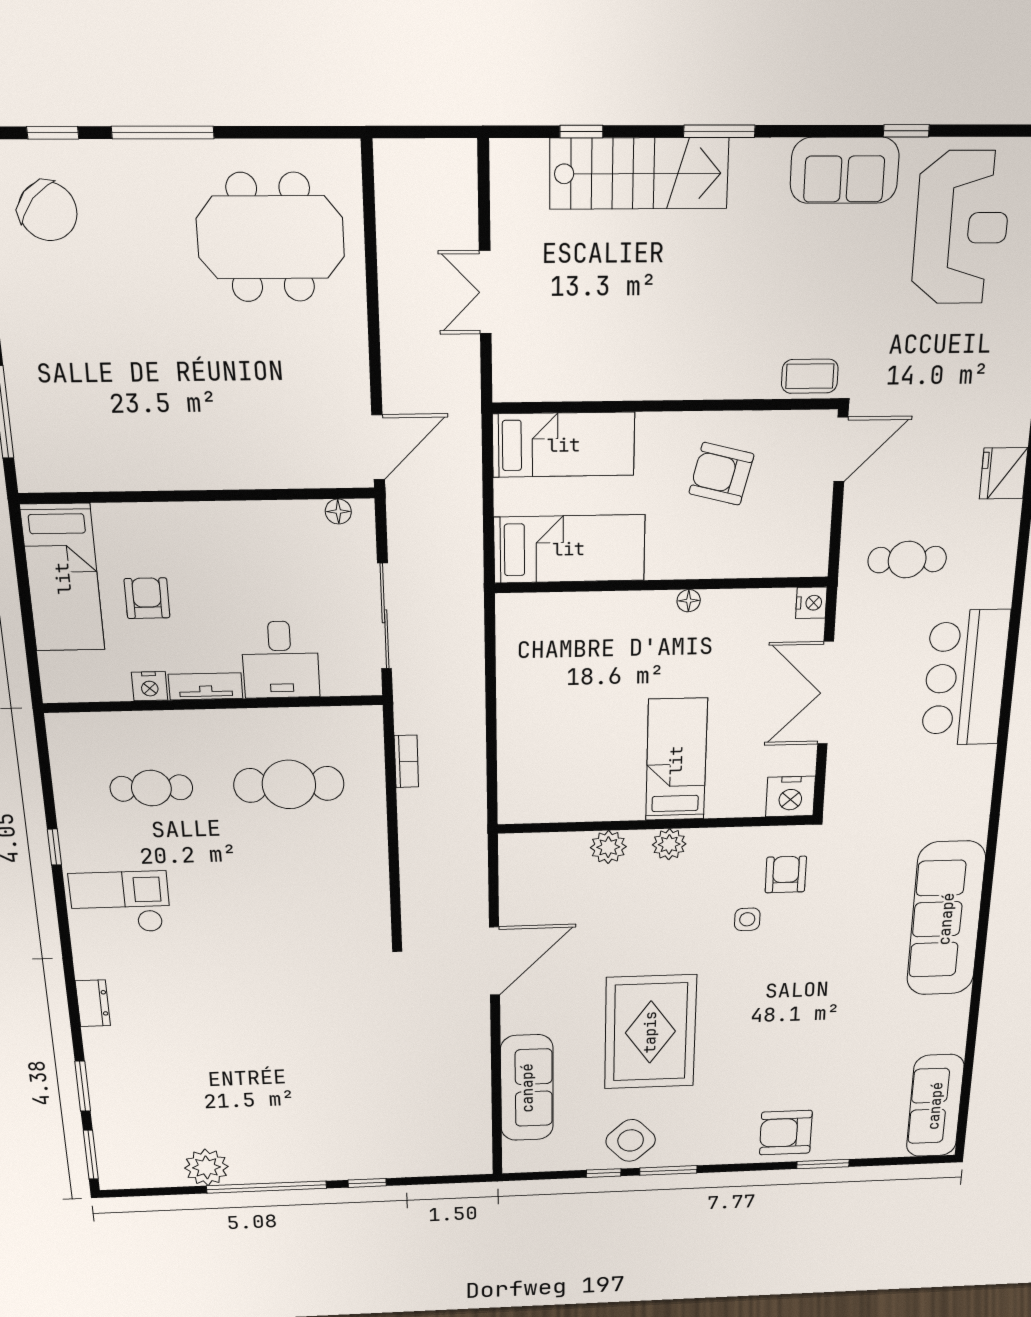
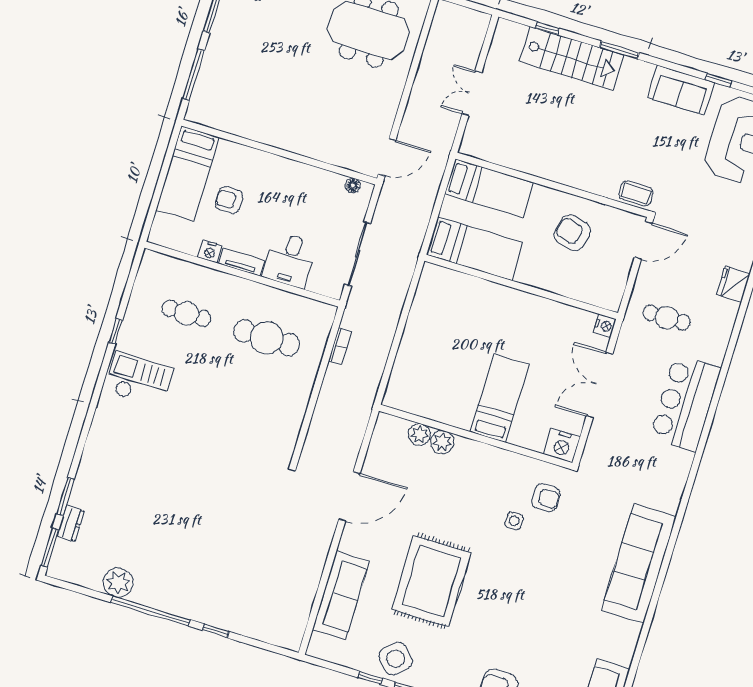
armchair: (147, 598) -> (229, 200), turned -90
floor lamp: (689, 601) -> (534, 301), removed
plant: (669, 844) -> (419, 434), moved
armchair: (786, 874) -> (546, 498), turned 90
dresser: (93, 1003) -> (70, 523), moved

